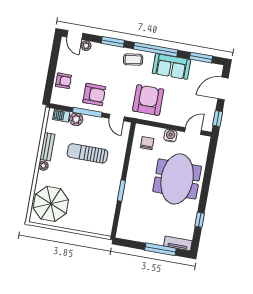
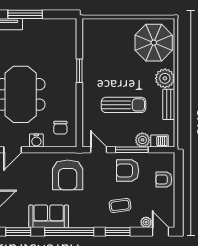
coffee table: (133, 60) -> (120, 205), moved
plant: (43, 166) -> (165, 78), width x1.88, depth x1.88

